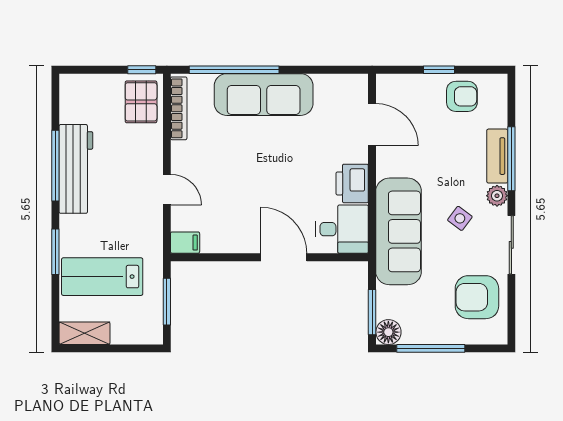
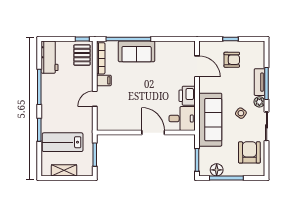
sofa: (264, 95) -> (137, 51), width x0.73
armchair: (462, 96) -> (232, 60), moved
workbench: (76, 169) -> (50, 57), moved, width x0.73
door: (167, 190) -> (95, 99), swing flipped
filing cabinet: (185, 243) -> (104, 80), moved
armchair: (477, 297) -> (249, 152), turned 90
floor lamp: (388, 332) -> (217, 170), moved
shelving: (85, 333) -> (64, 170), moved

